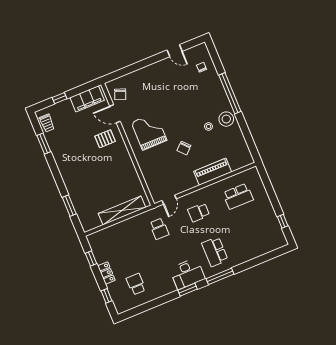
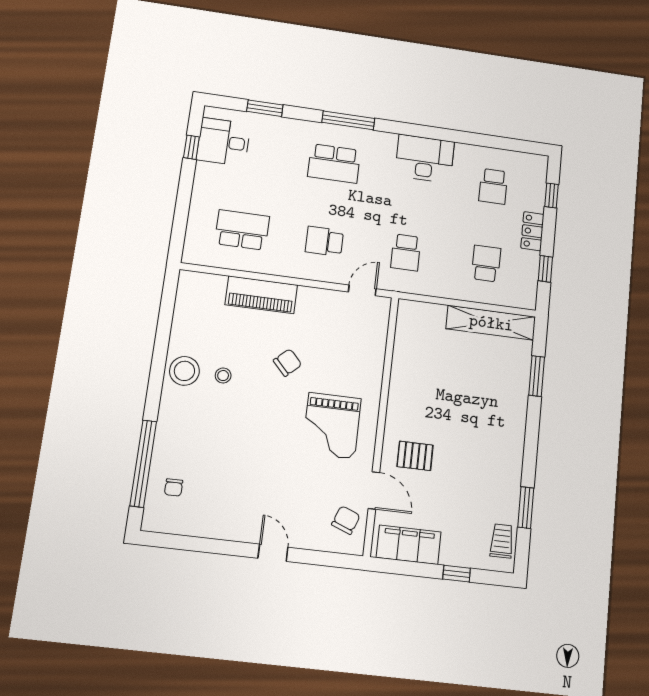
door: (175, 51) -> (273, 553), moved
window: (230, 93) -> (143, 463), moved
shelving: (122, 210) -> (491, 323), moved
school desk: (199, 212) -> (324, 241), turned 180
school desk: (159, 229) -> (406, 252), turned 180
desk: (270, 232) -> (224, 142), added
school desk: (120, 245) -> (486, 264), added
school desk: (215, 252) -> (334, 163), turned 90
desk: (187, 274) -> (425, 159), moved
window: (188, 290) -> (265, 108), moved

